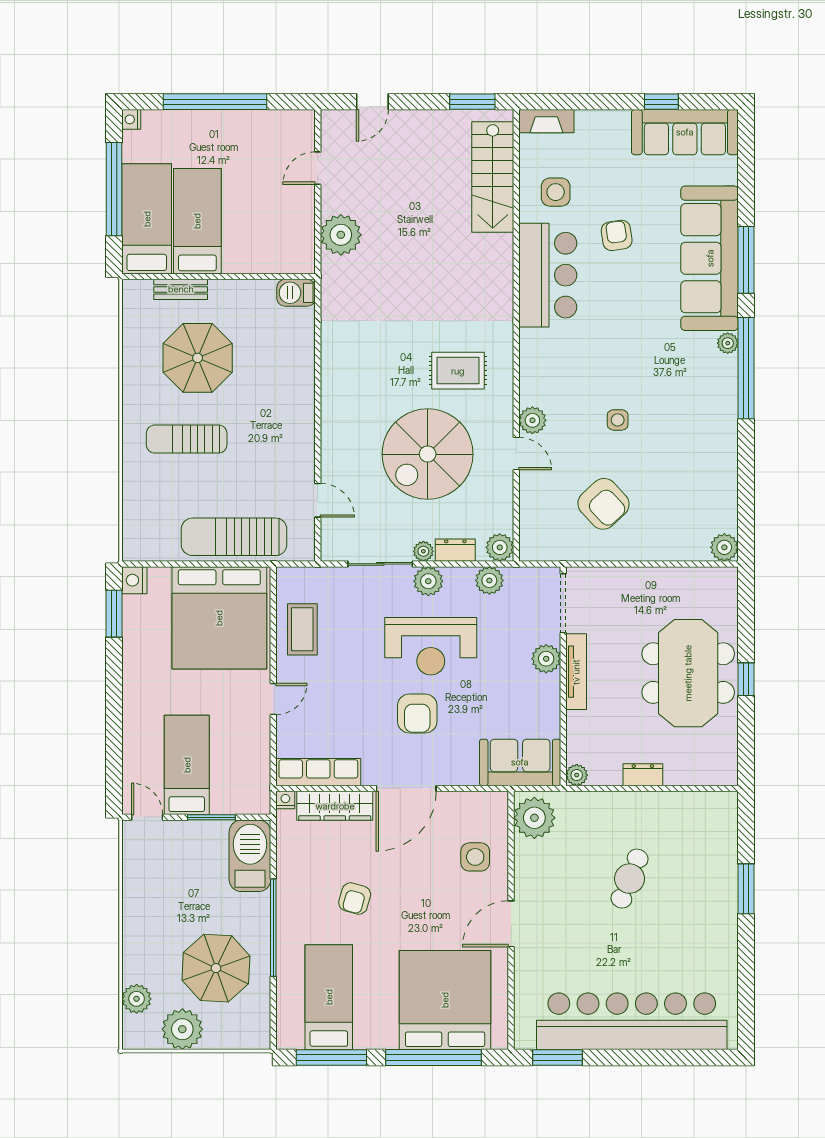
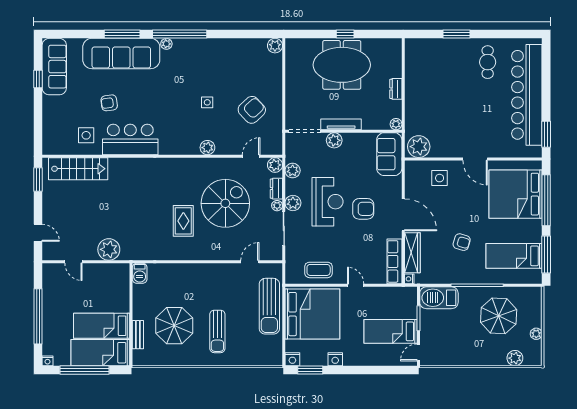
fireplace: (546, 121) -> (48, 140), removed
rug: (458, 371) -> (183, 221), moved
spiral stairs: (428, 454) -> (225, 203), turned -90
door: (516, 454) -> (251, 156), moved
nightstand: (134, 661) -> (335, 359), added
cafe table: (630, 879) -> (488, 62), moved, turned 68
plant: (182, 1029) -> (536, 334), width x0.53, depth x0.53

